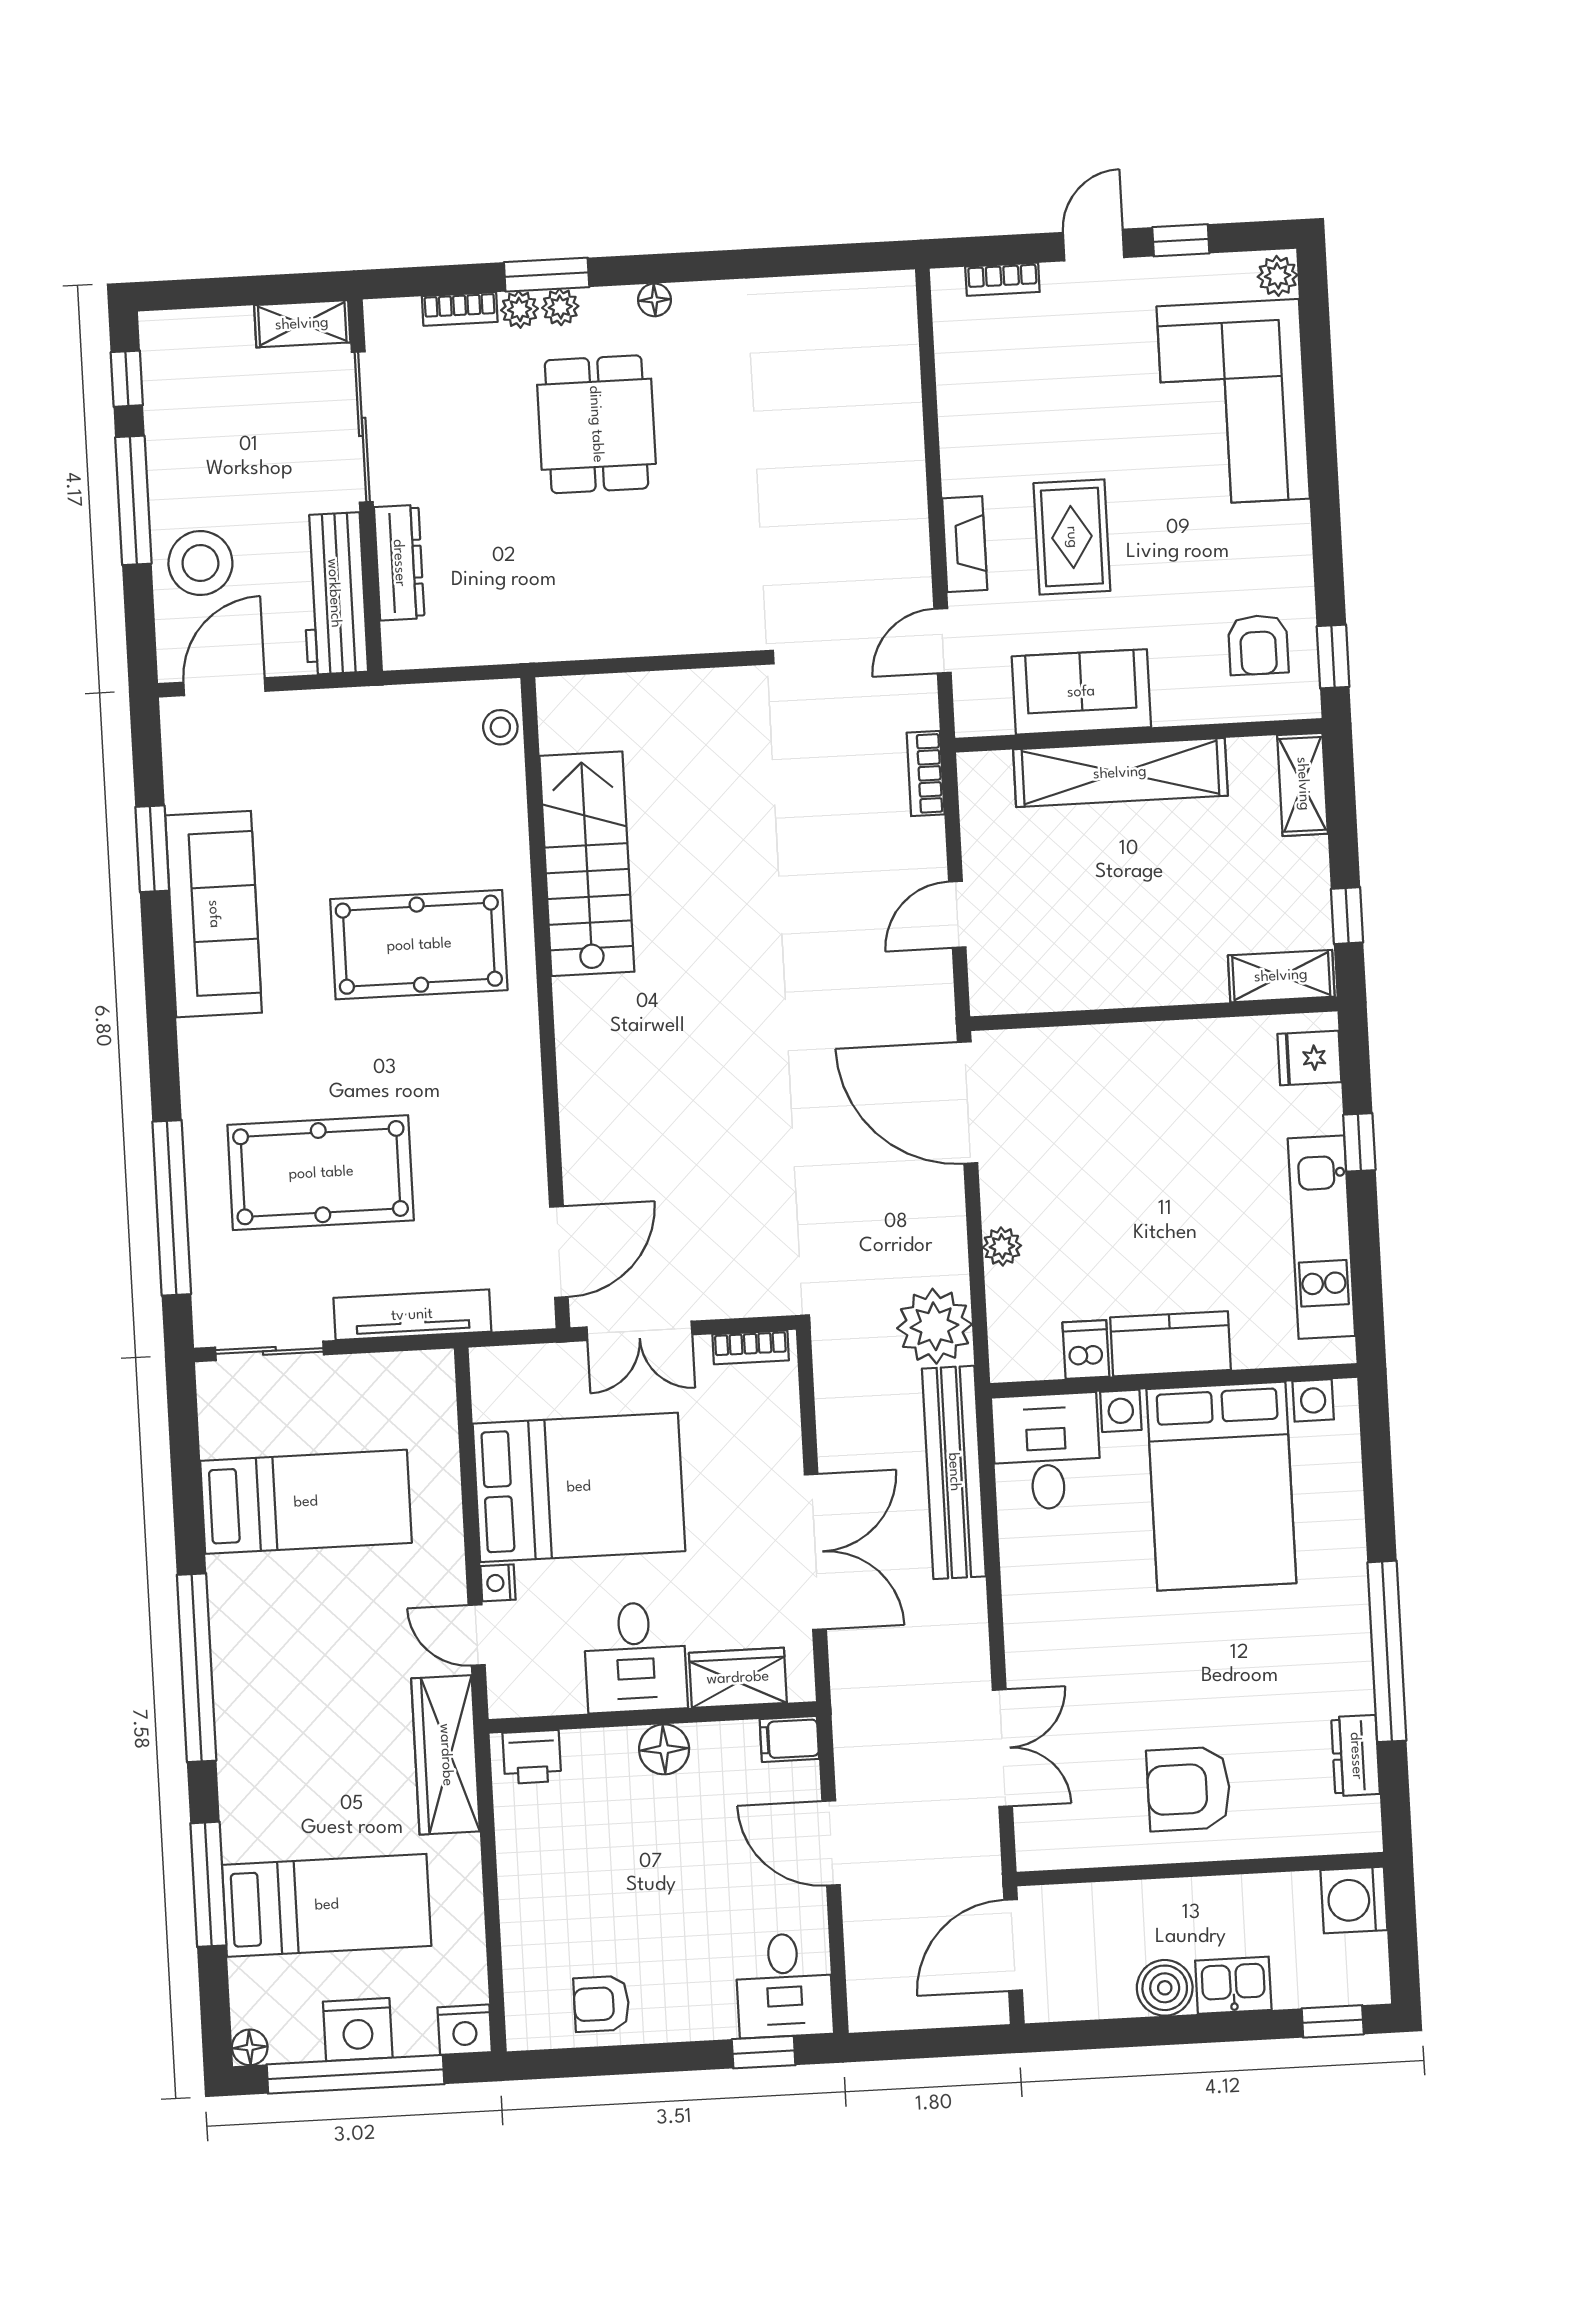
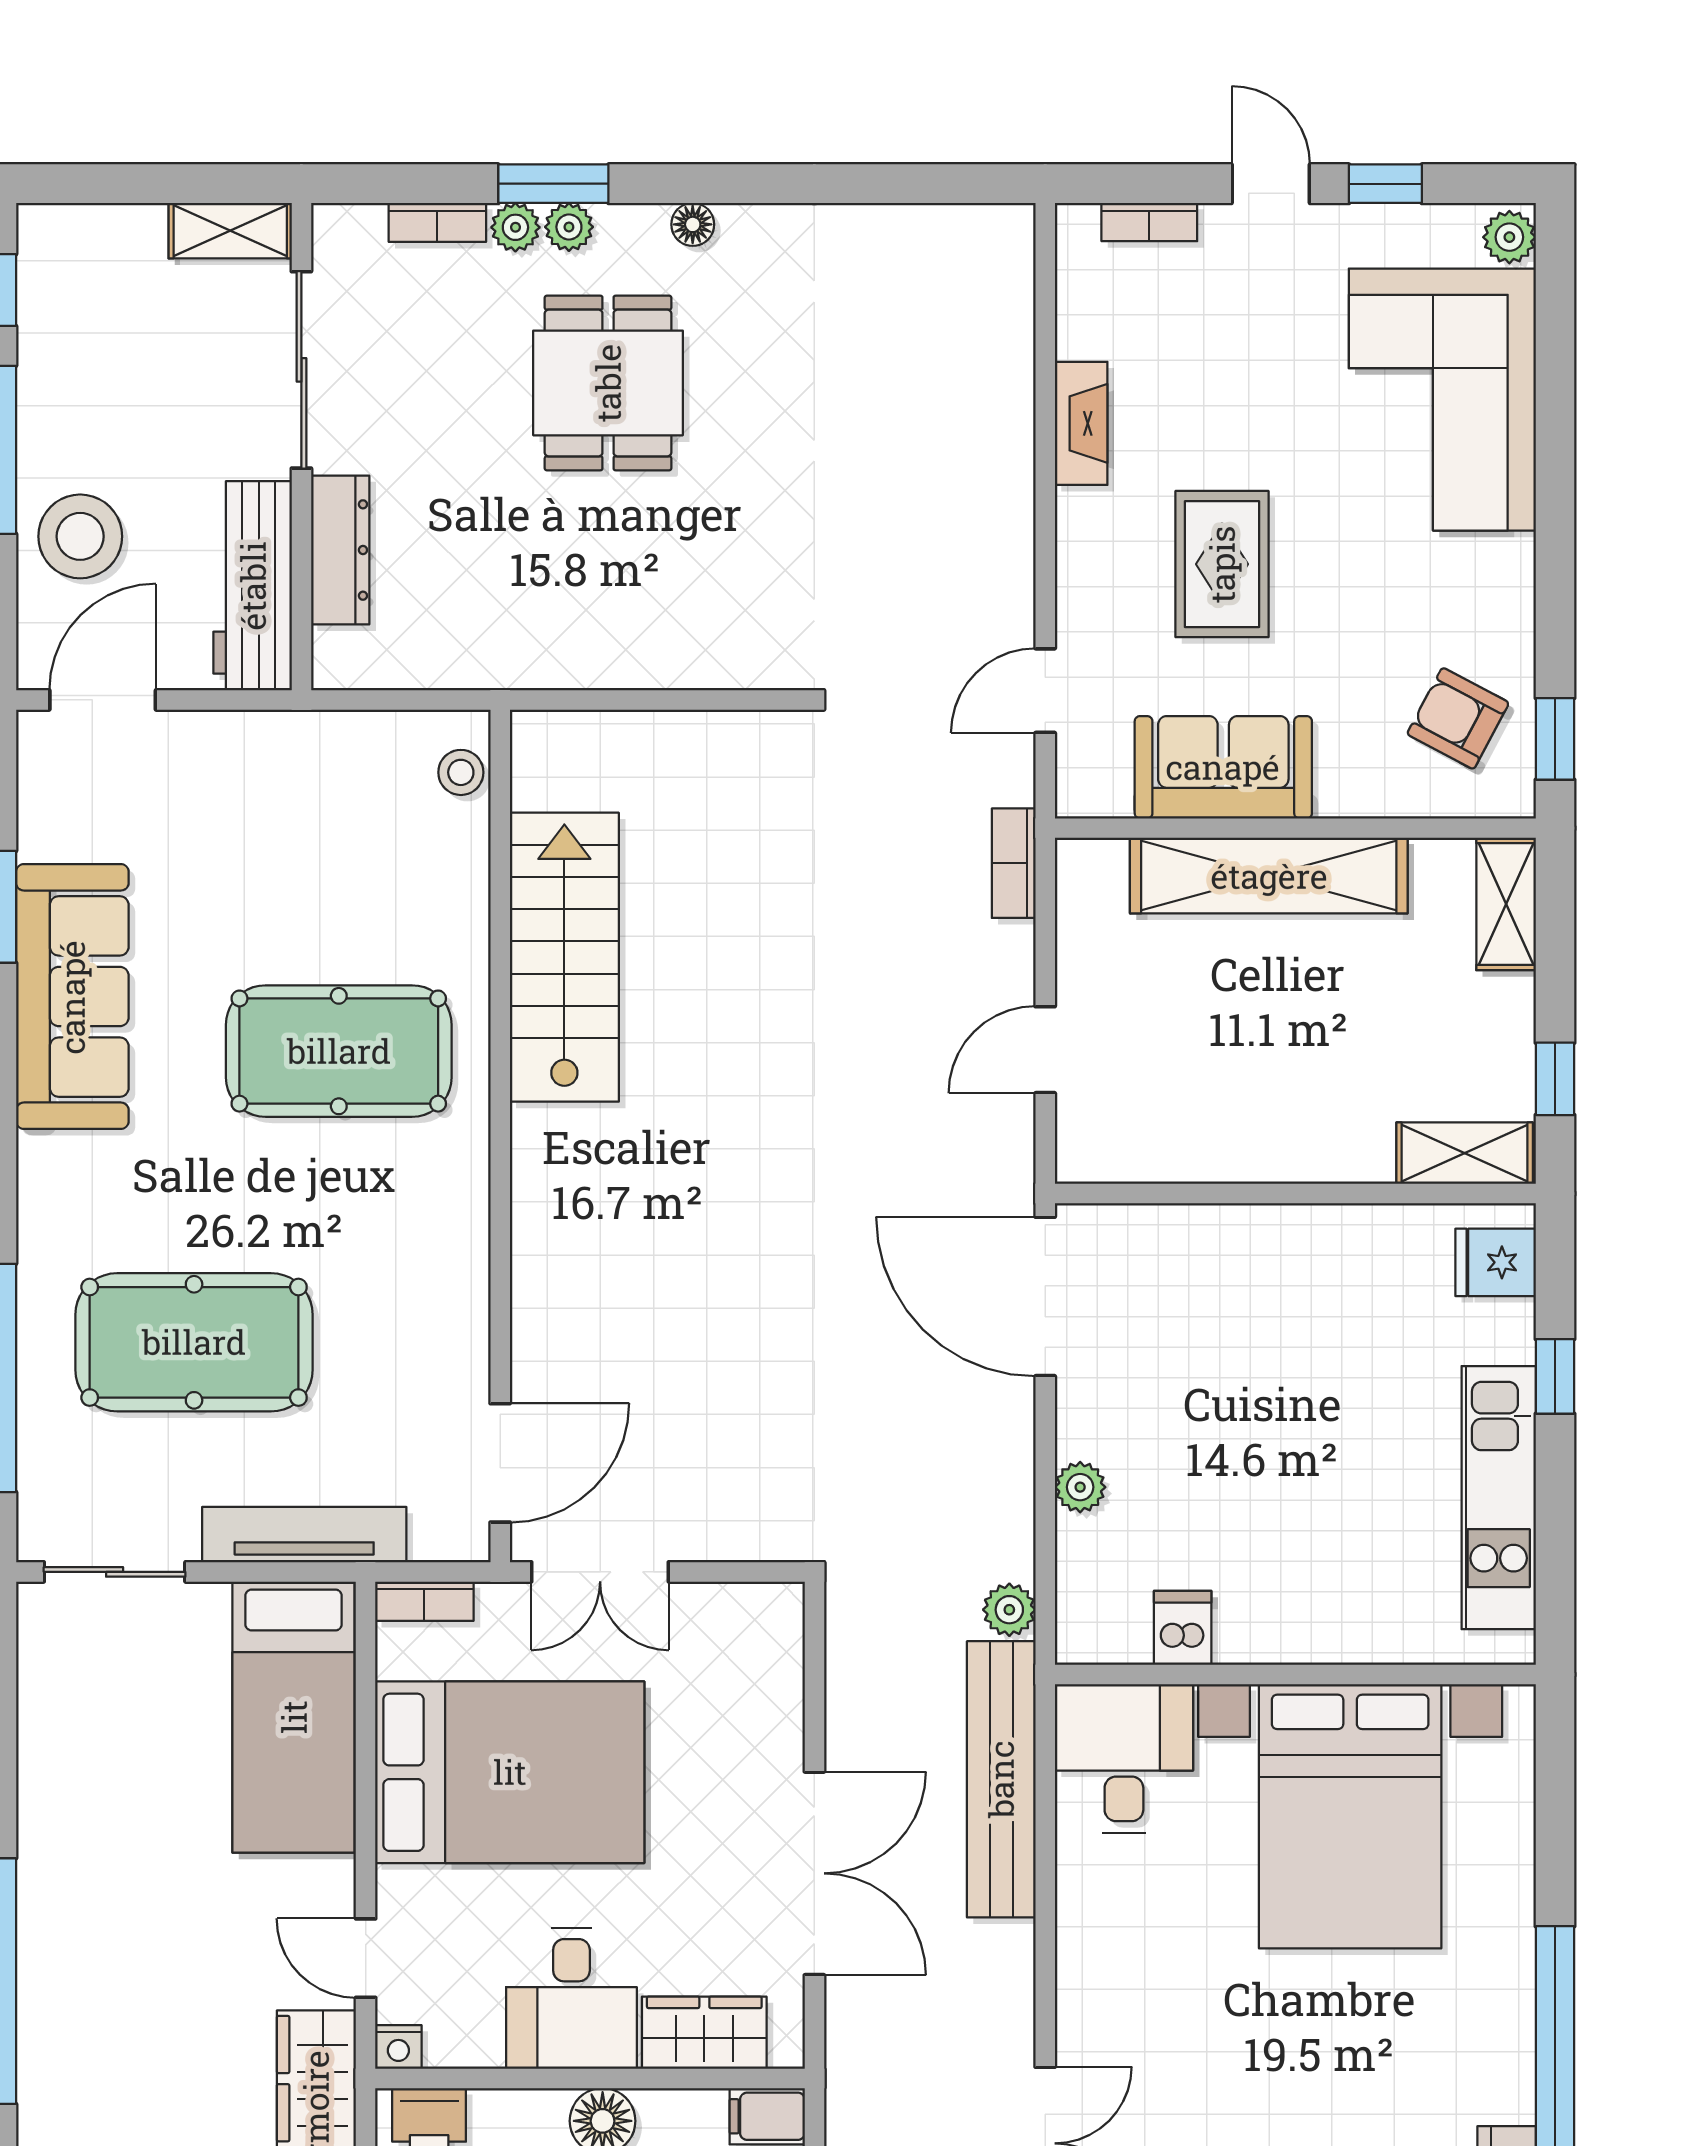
door: (1093, 245) -> (1271, 184), hinge flipped
fireplace: (965, 544) -> (1081, 423), moved
armchair: (1258, 645) -> (1458, 718), turned 118
plant: (935, 1326) -> (1009, 1610), width x0.53, depth x0.53
kitchen counter: (1170, 1344) -> (1294, 1626), removed
bookcase: (751, 1347) -> (424, 1601), moved
bed: (306, 1502) -> (294, 1717), moved, turned 90
nightstand: (498, 1583) -> (398, 2047), moved, turned -90

